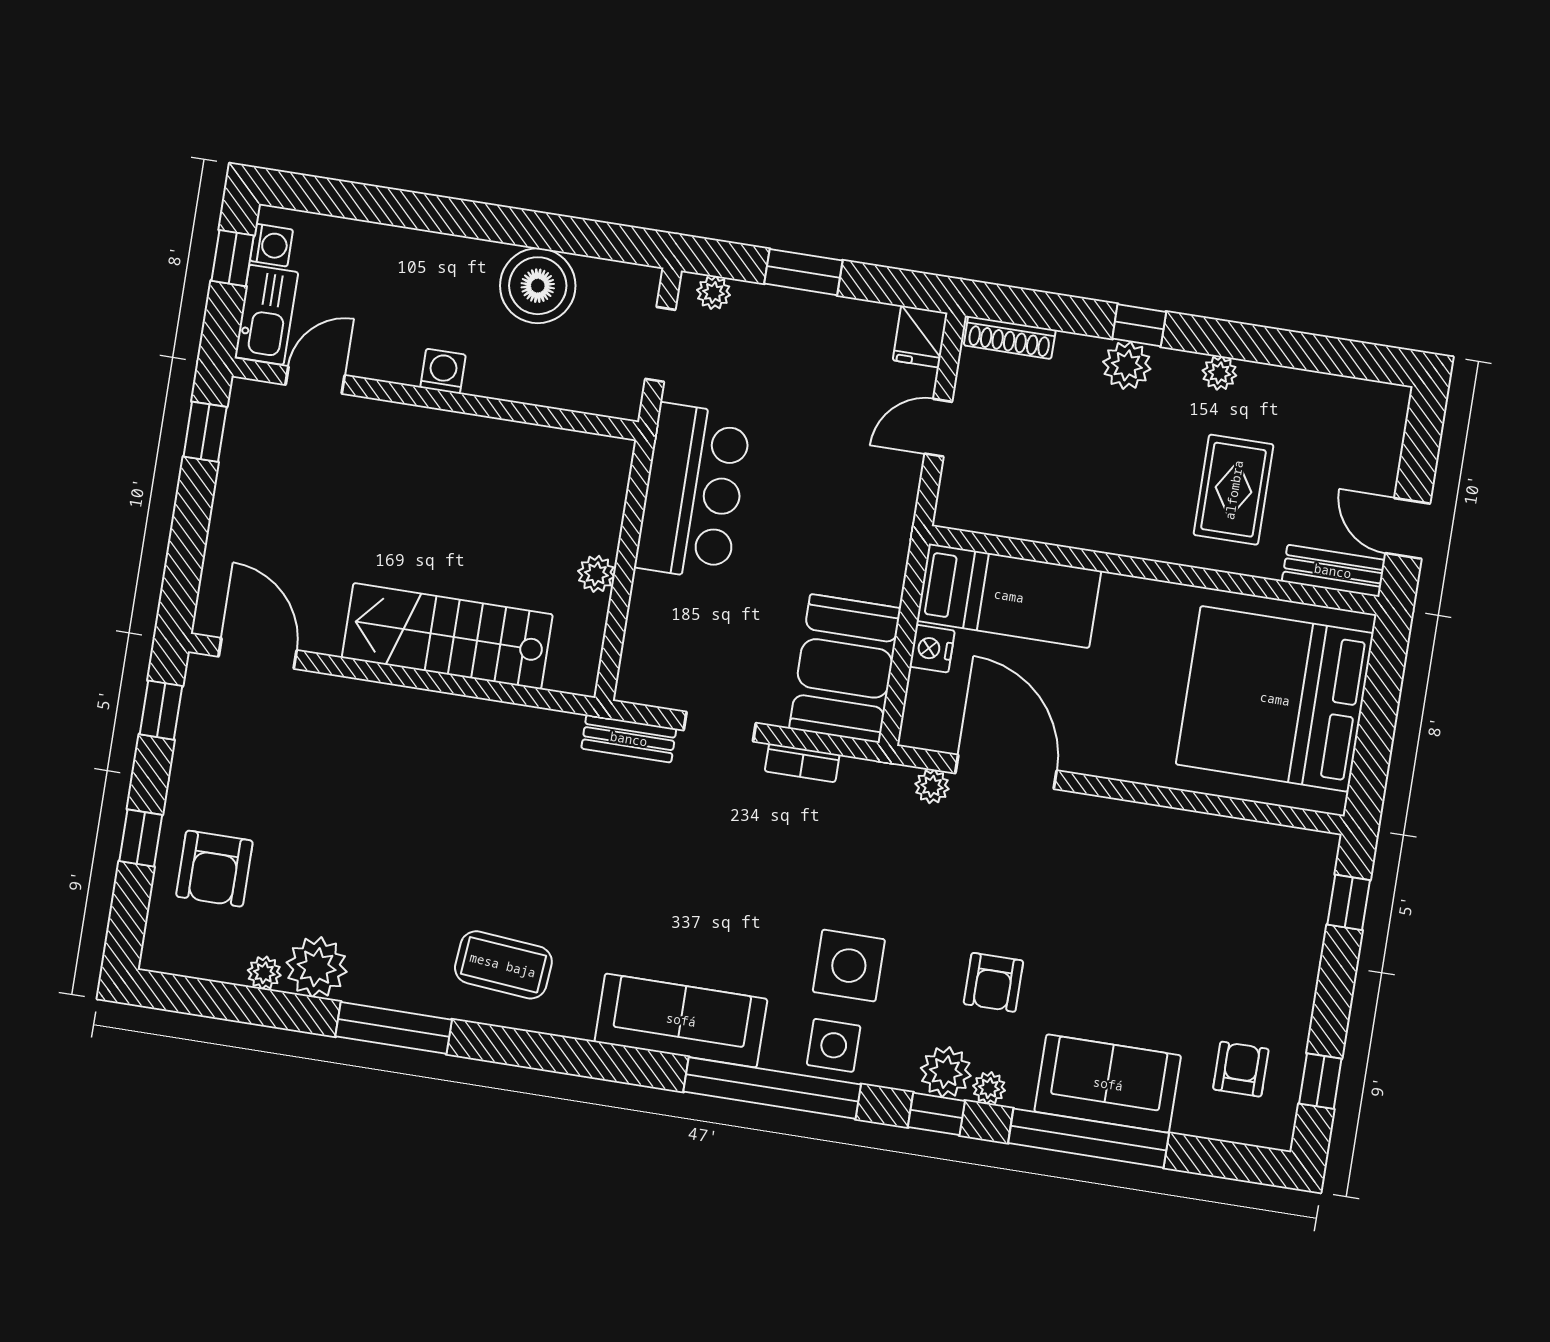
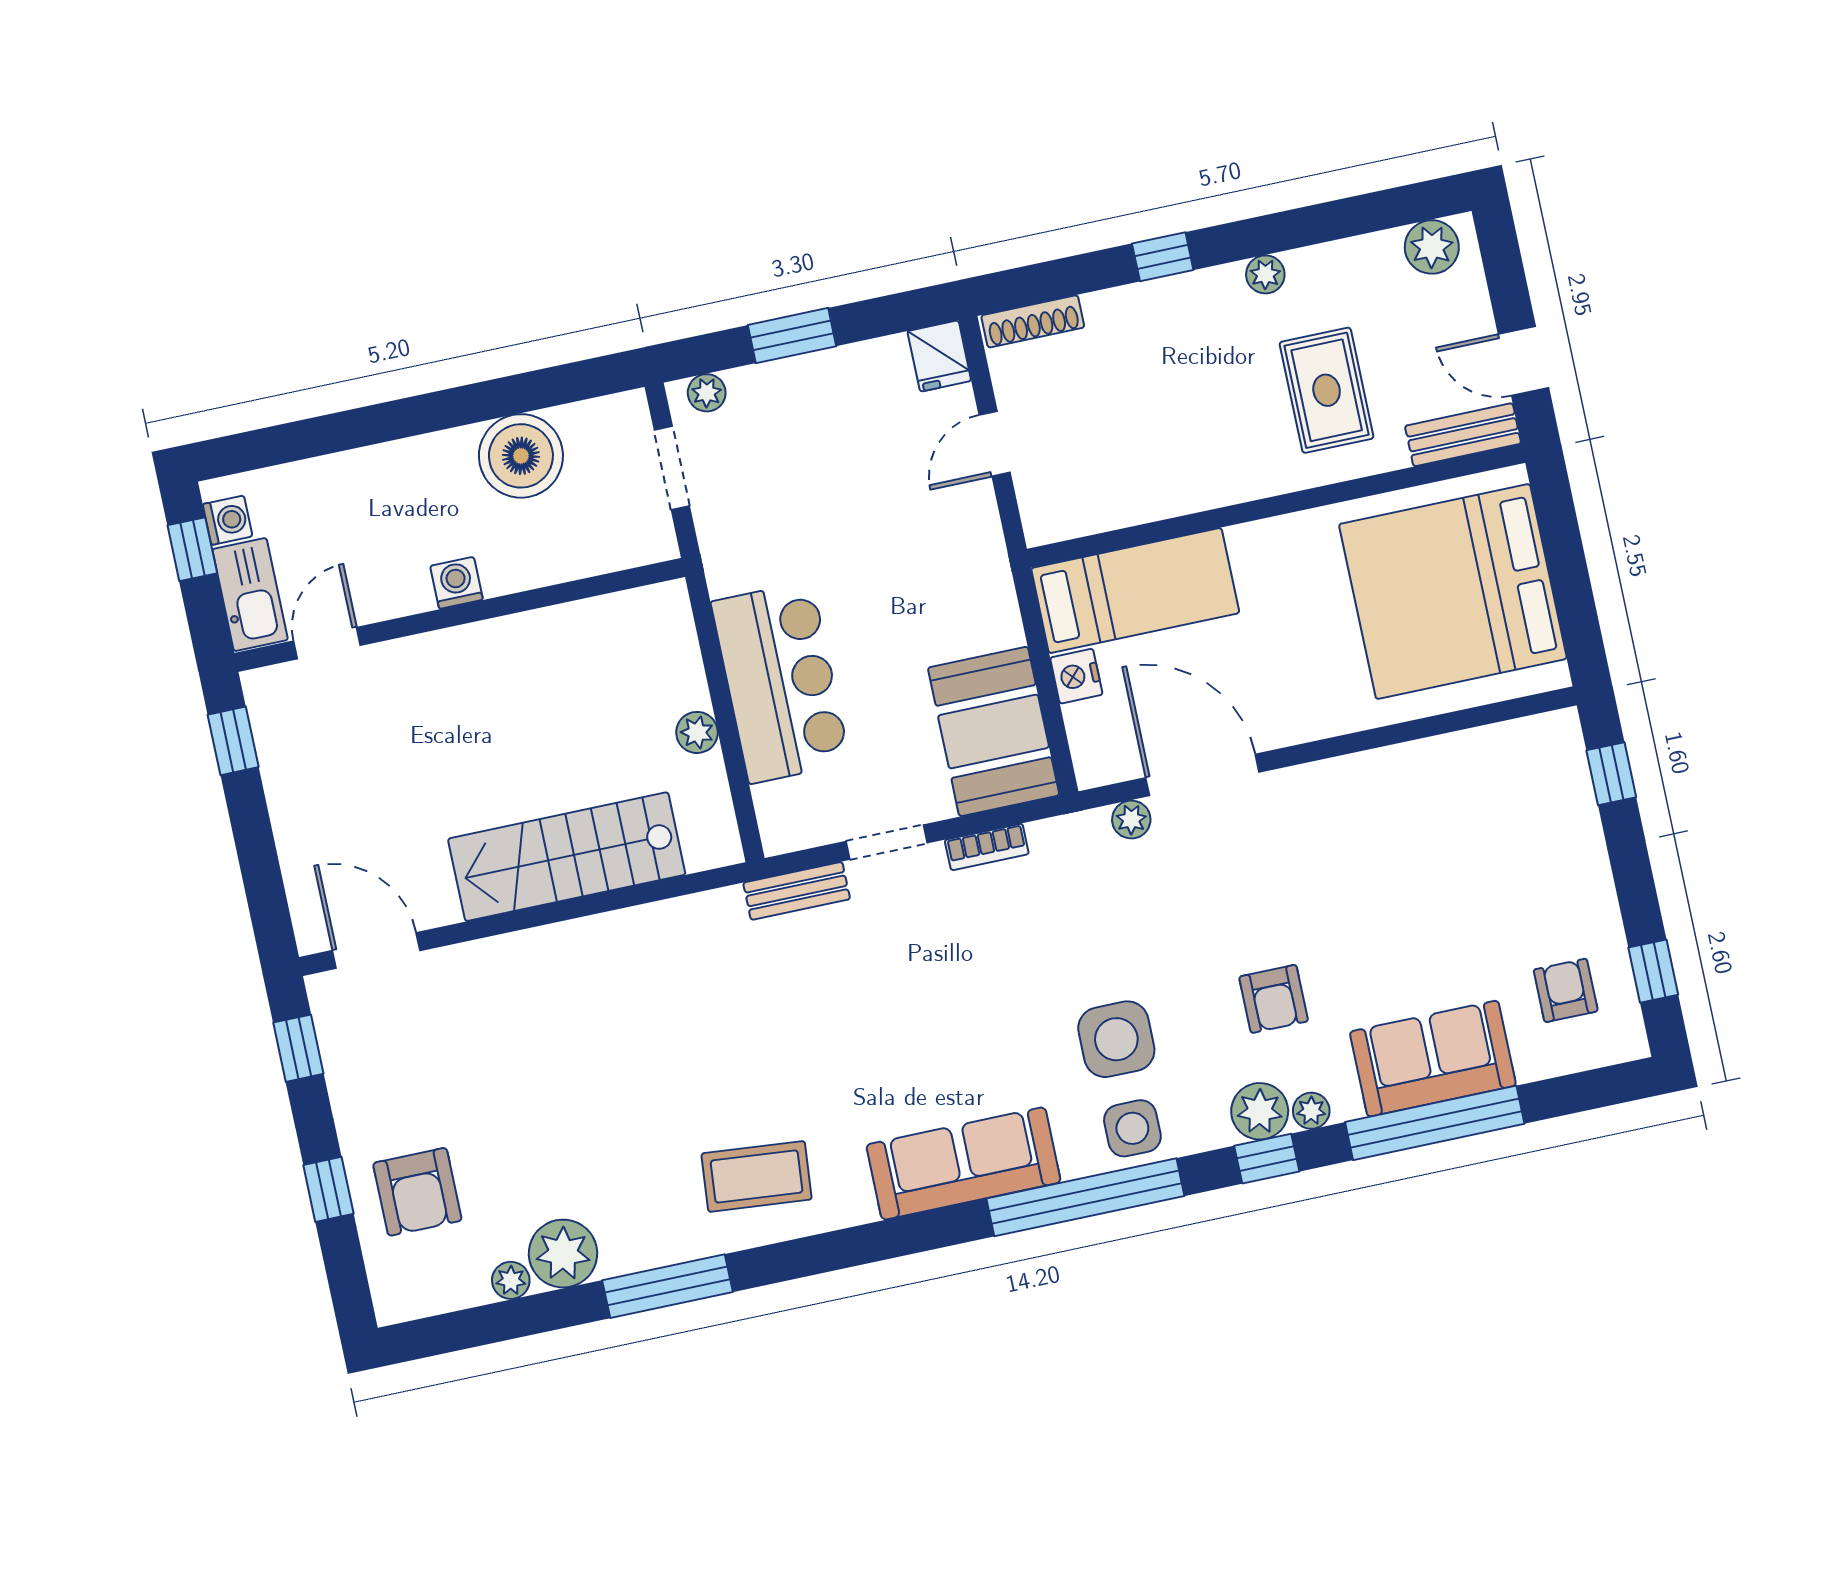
plant: (1127, 365) -> (1432, 247), moved
bar counter: (693, 492) -> (781, 682), moved

